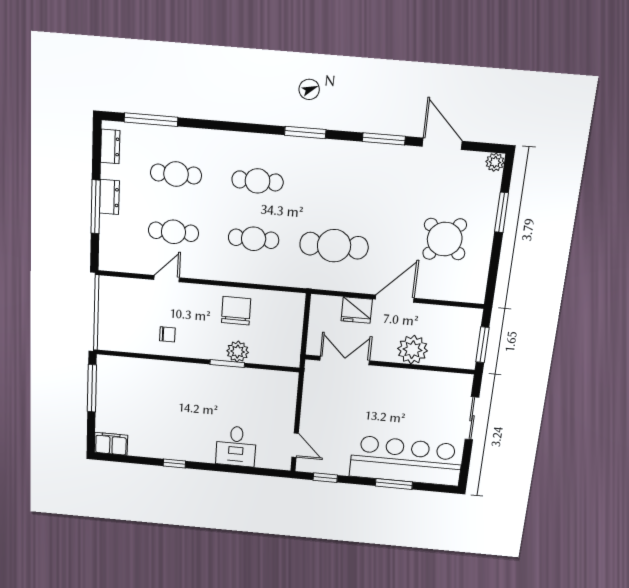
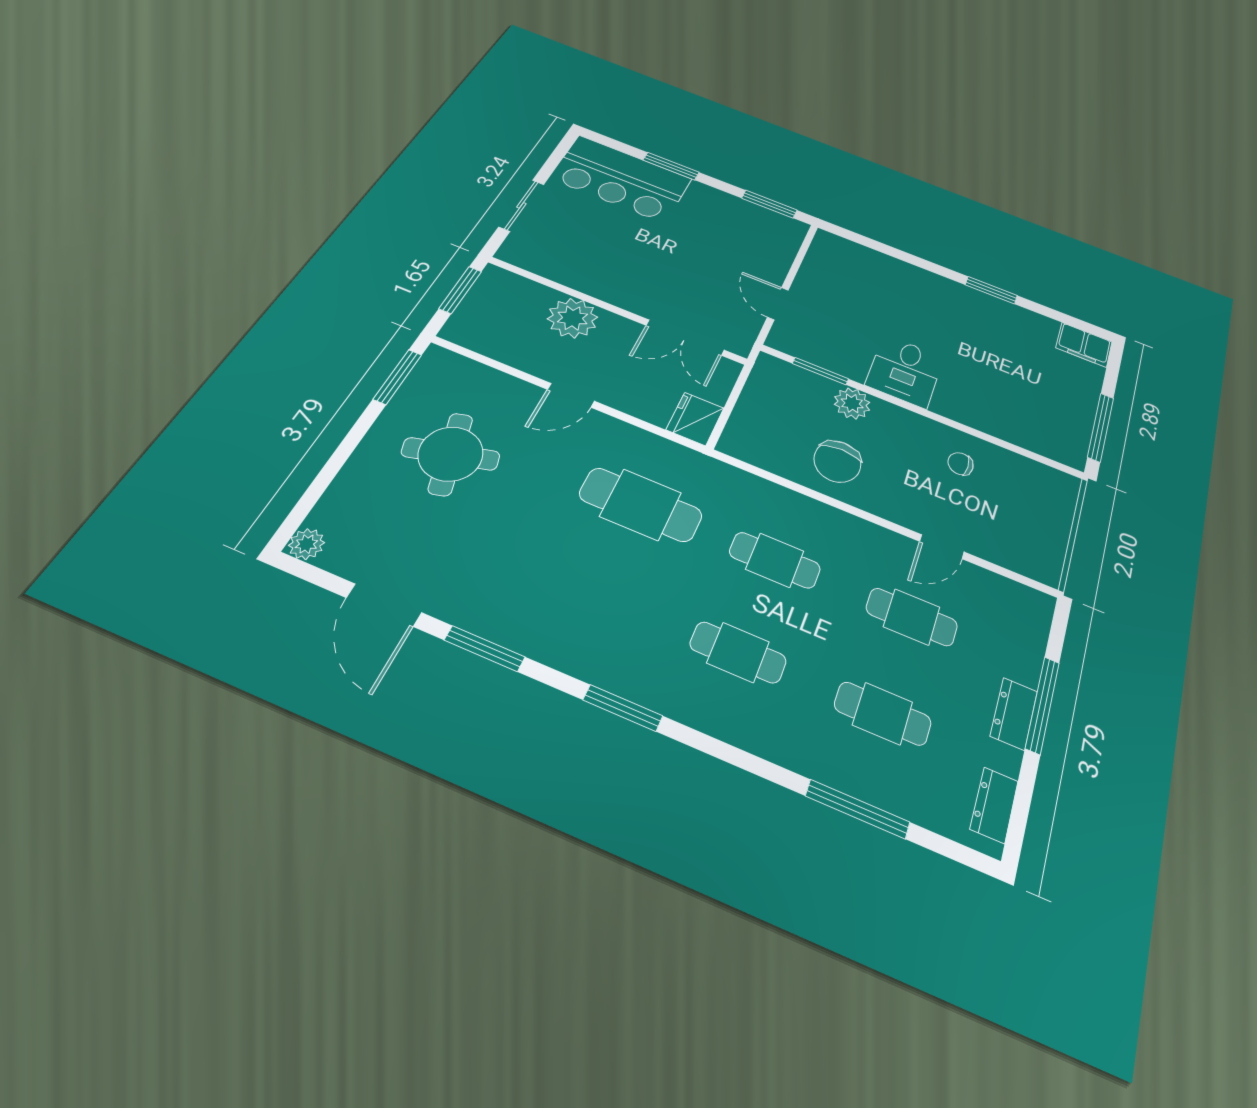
window: (151, 120) -> (857, 809), moved
window: (502, 212) -> (398, 377), moved
round table: (445, 239) -> (451, 454), turned 34
door: (395, 299) -> (571, 395), width x0.73
fridge: (357, 310) -> (695, 419), moved, turned -90
window: (227, 364) -> (820, 371), moved
door: (295, 445) -> (778, 304), moved
desk: (236, 446) -> (905, 371), moved, turned 180
bar counter: (406, 461) -> (621, 179), width x0.73
window: (174, 463) -> (991, 290), width x1.50
window: (325, 478) -> (769, 204), width x1.50

